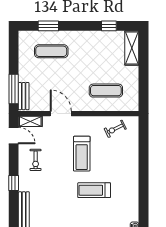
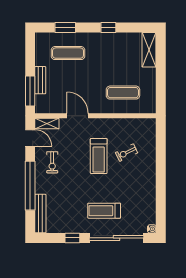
window: (109, 26) -> (108, 27), moved
bench: (24, 96) -> (40, 80), moved
exercise bike: (115, 129) -> (126, 153), moved
window: (14, 183) -> (30, 186), width x3.17
treadmill: (94, 190) -> (104, 211), moved

